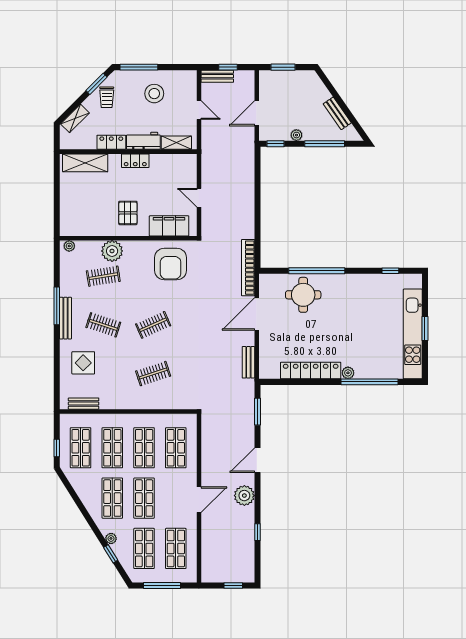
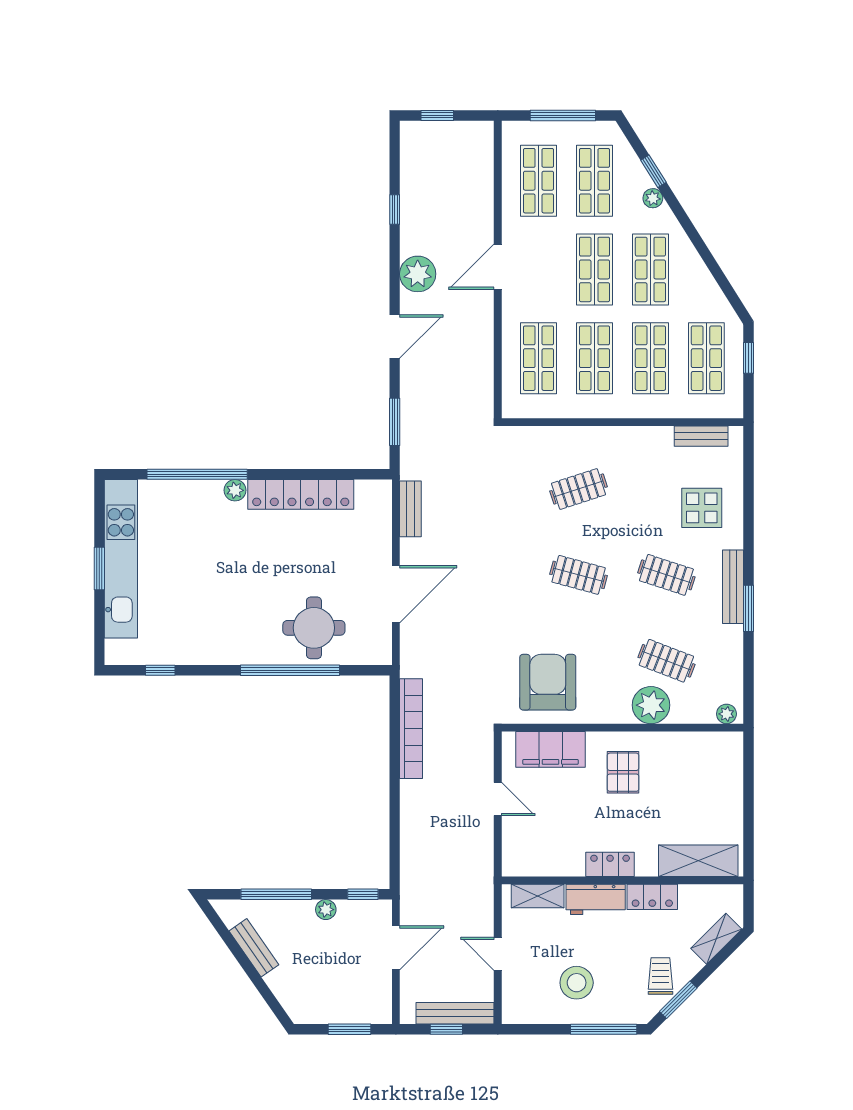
bench: (217, 76) -> (455, 1013), width x1.36
bookcase: (248, 268) -> (411, 729), moved
clothes rail: (103, 276) -> (666, 661), turned 30
window: (57, 306) -> (748, 608), width x0.69
clothes rail: (153, 325) -> (579, 575), turned 39

